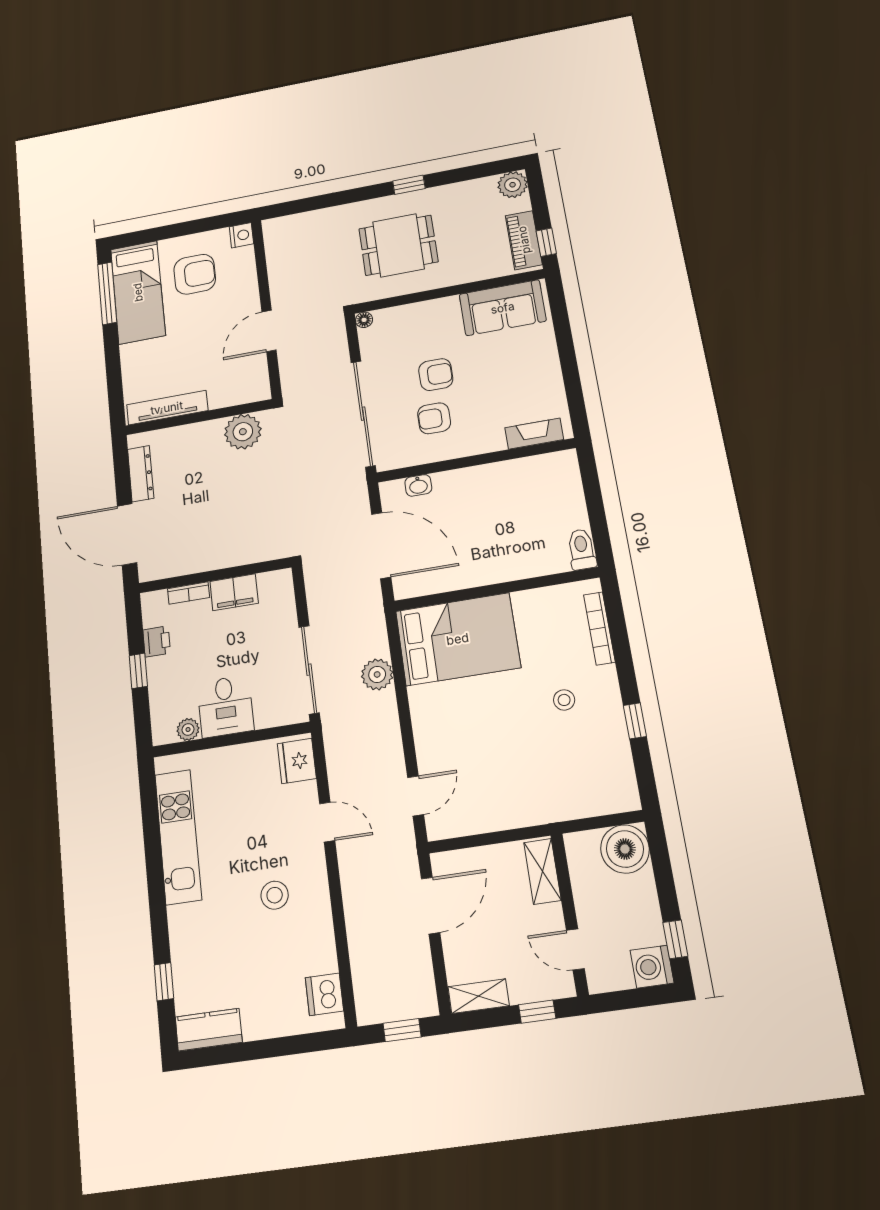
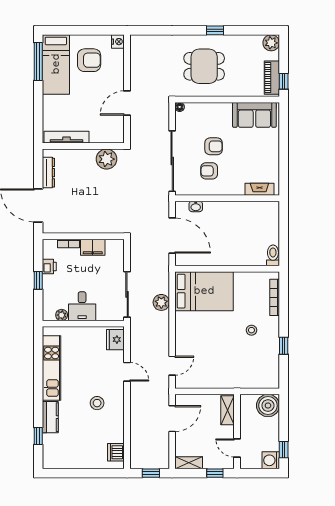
kitchen counter: (209, 1030) -> (50, 417), moved, turned 90

